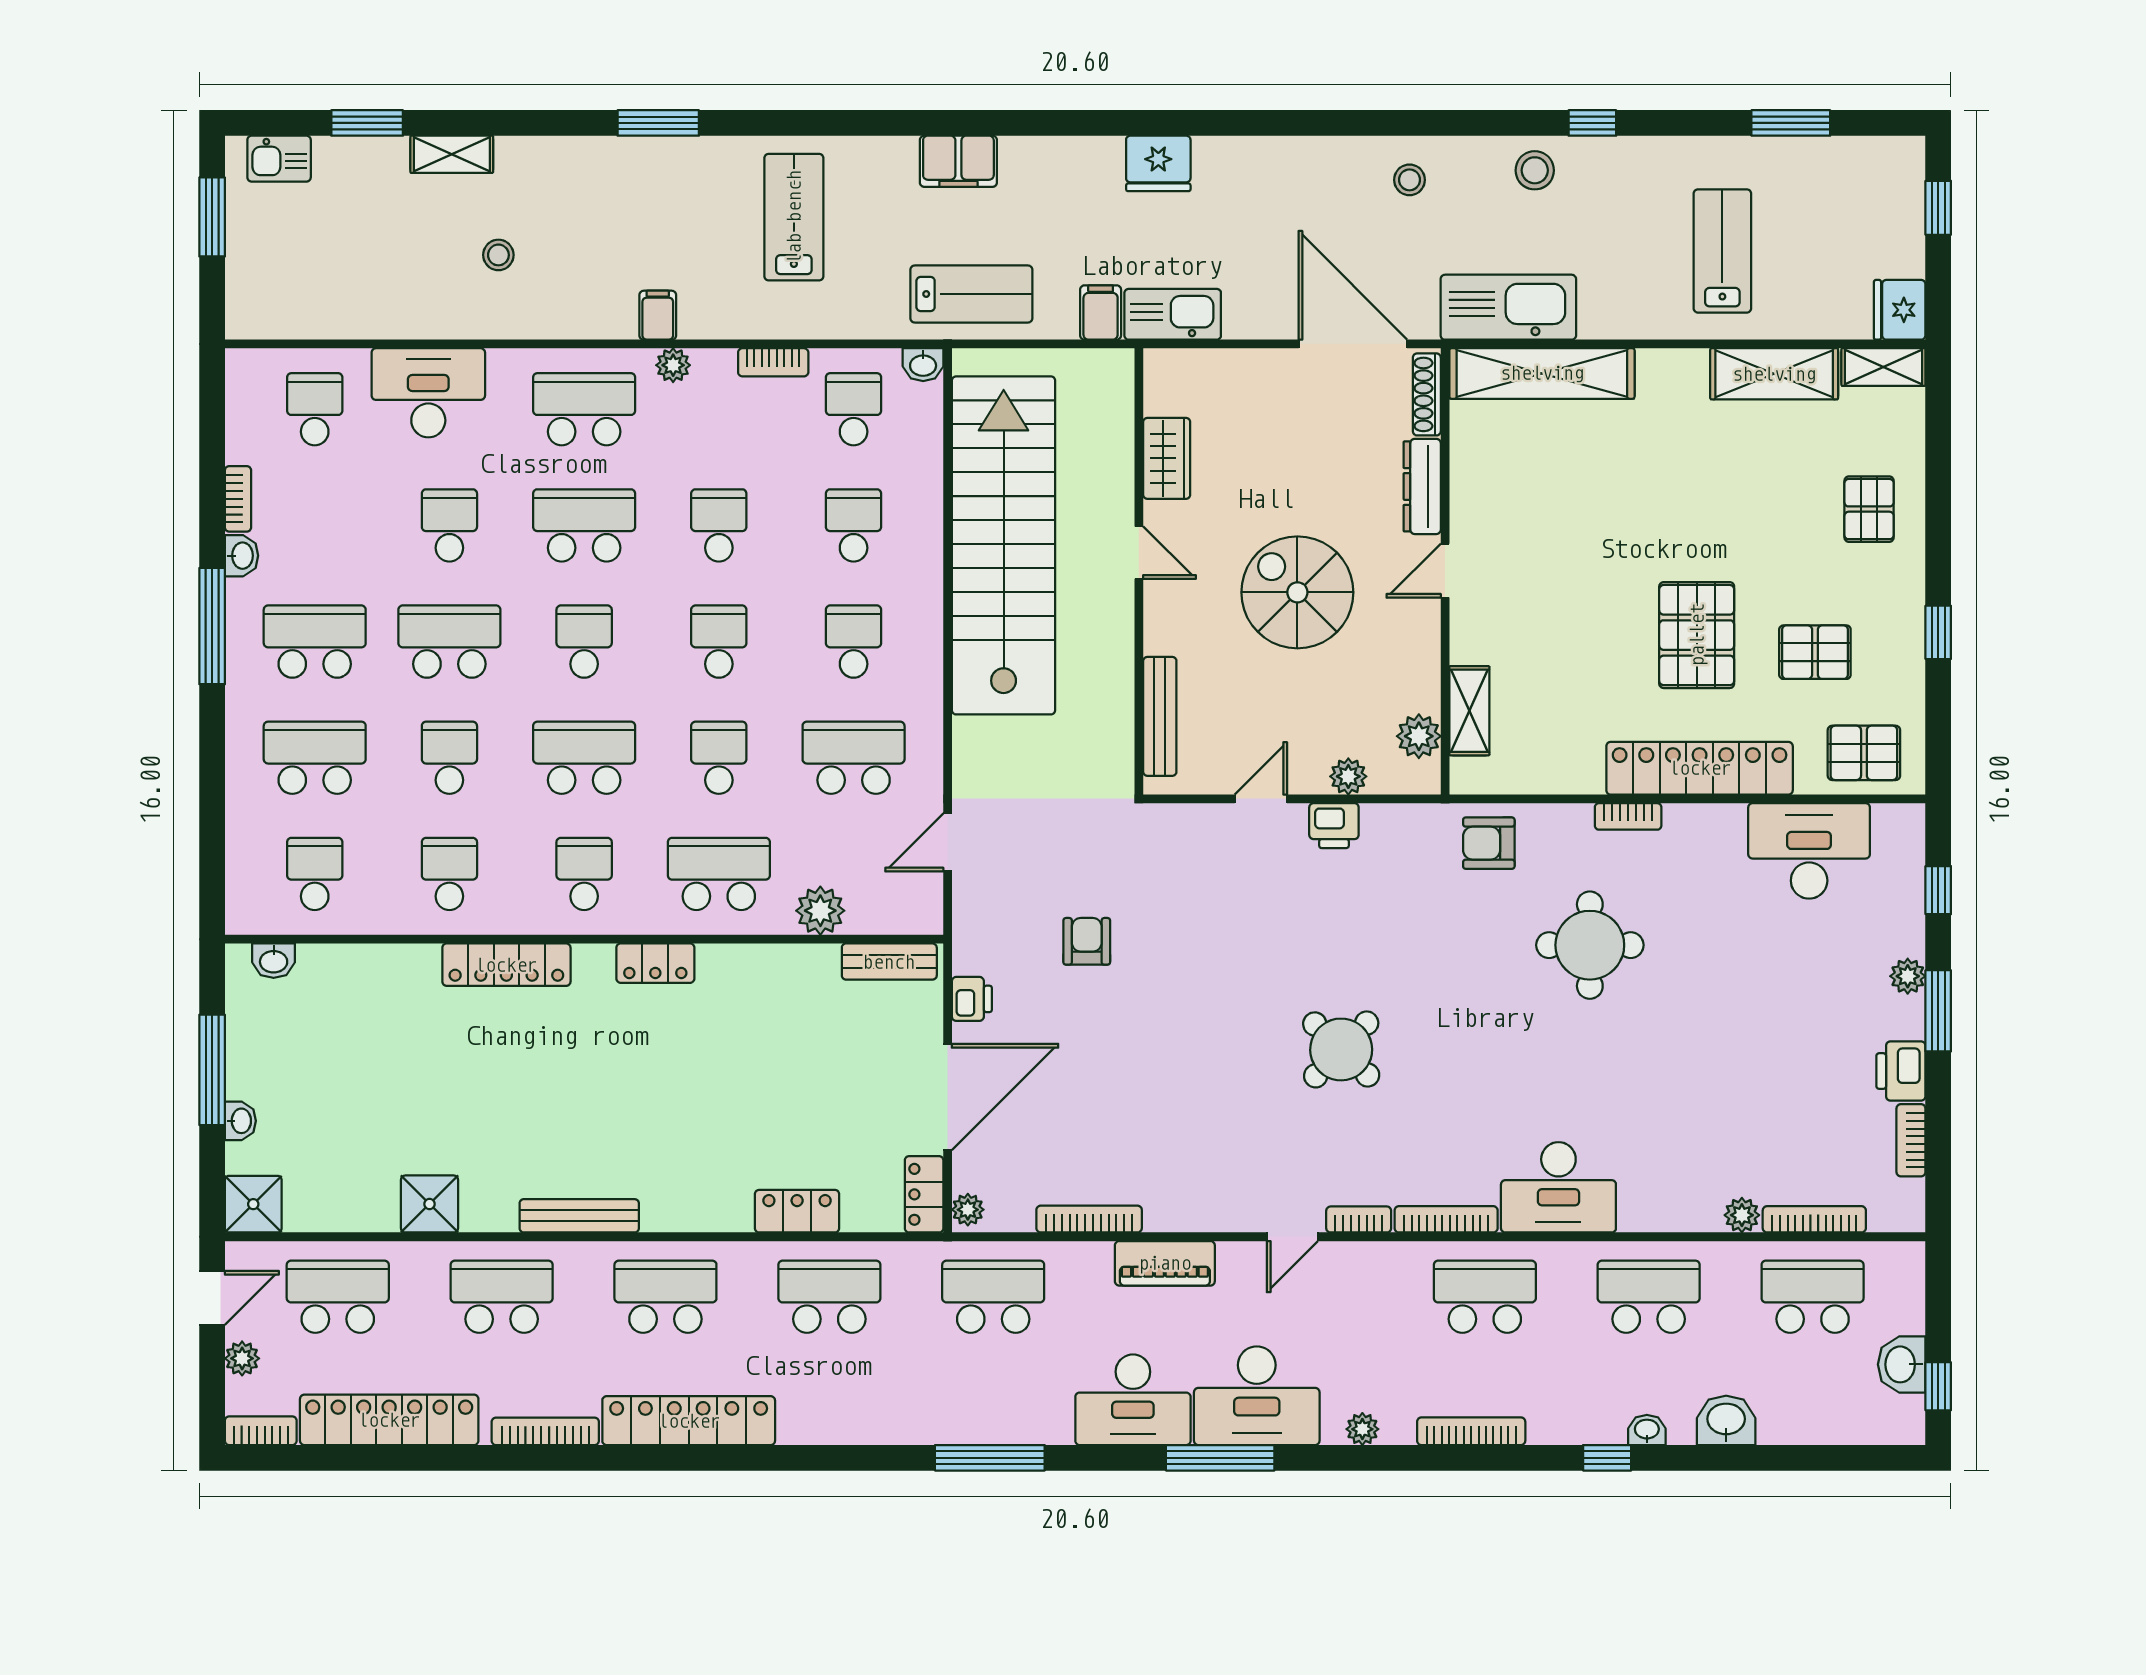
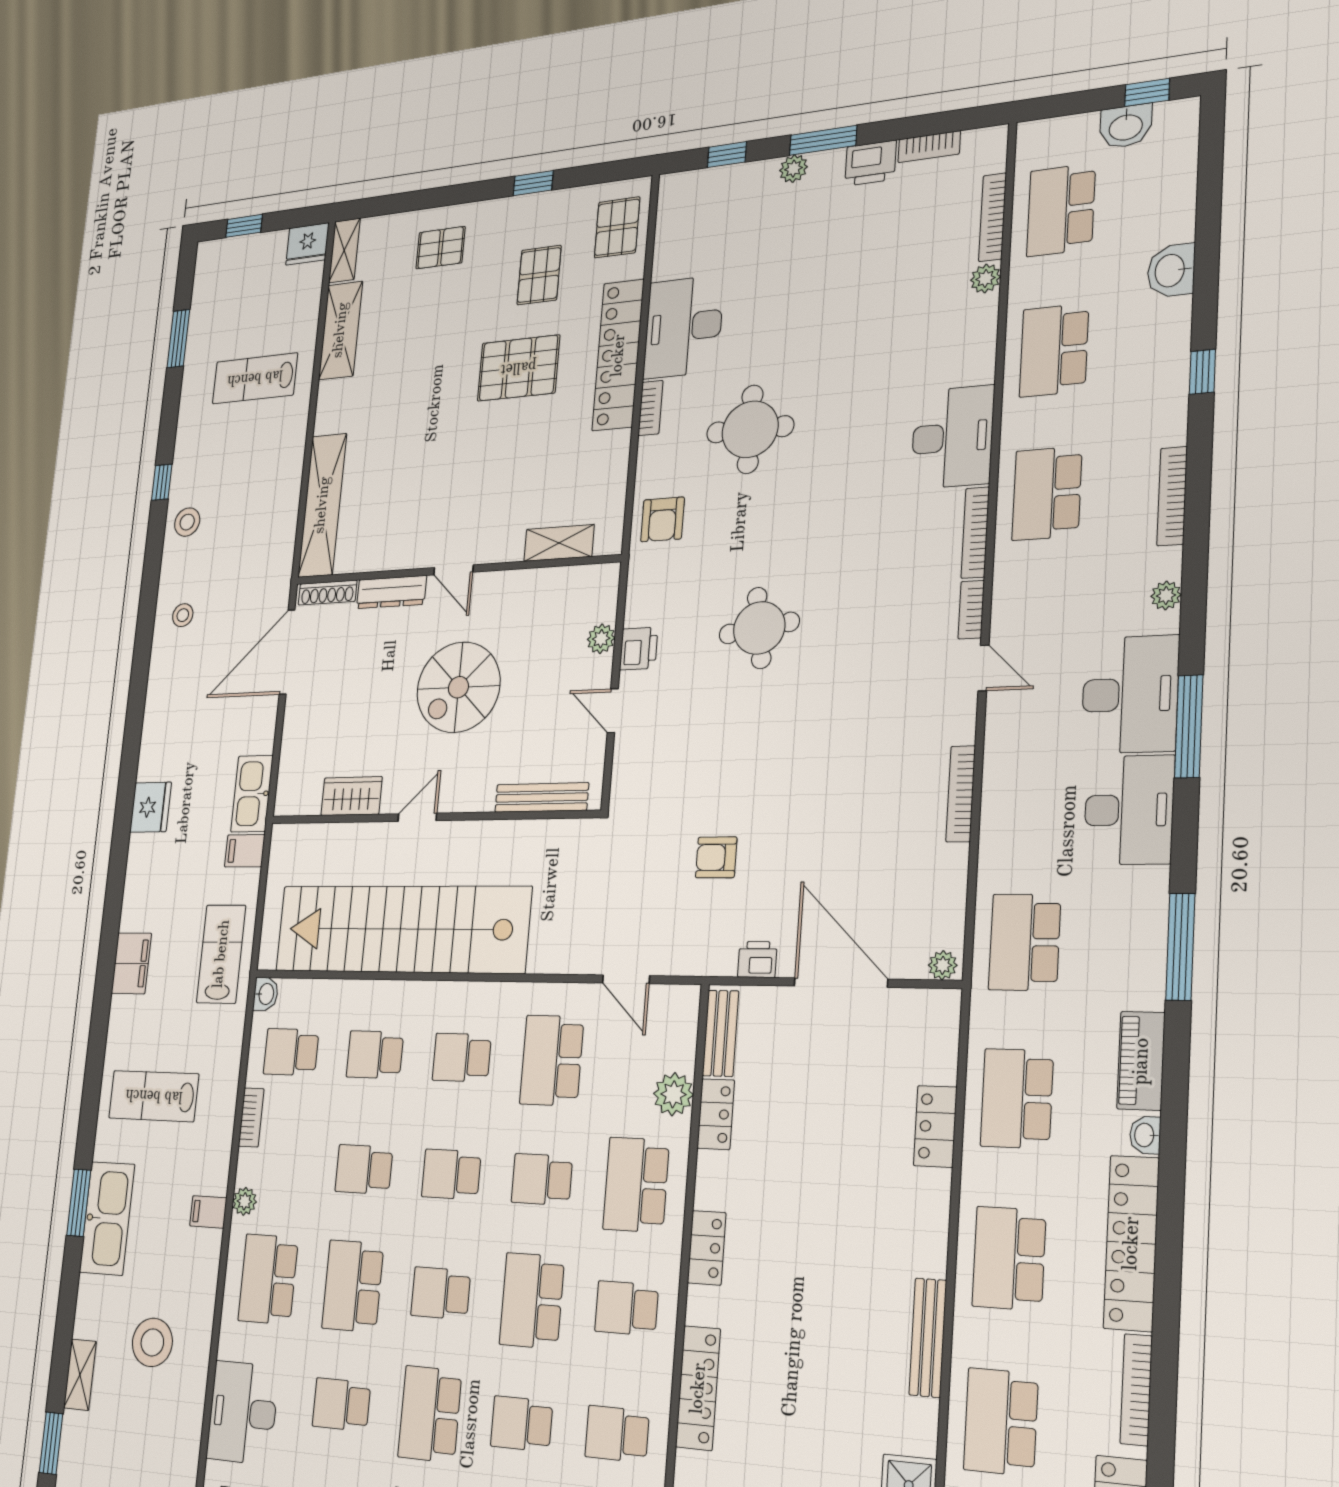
stool: (498, 255) -> (152, 1342), width x1.89, depth x1.89
kitchen sink: (1508, 307) -> (107, 1218), moved, turned 180
plant: (1419, 736) -> (575, 583), removed
desk: (1809, 851) -> (683, 327), moved
round table: (1341, 1049) -> (759, 628), moved, turned 38
locker: (924, 1194) -> (716, 1114), moved, turned -90
bookcase: (1089, 1219) -> (961, 794), moved
piano: (1165, 1263) -> (1141, 1061), moved, turned 180
washbasin: (1647, 1430) -> (1145, 1135), moved

